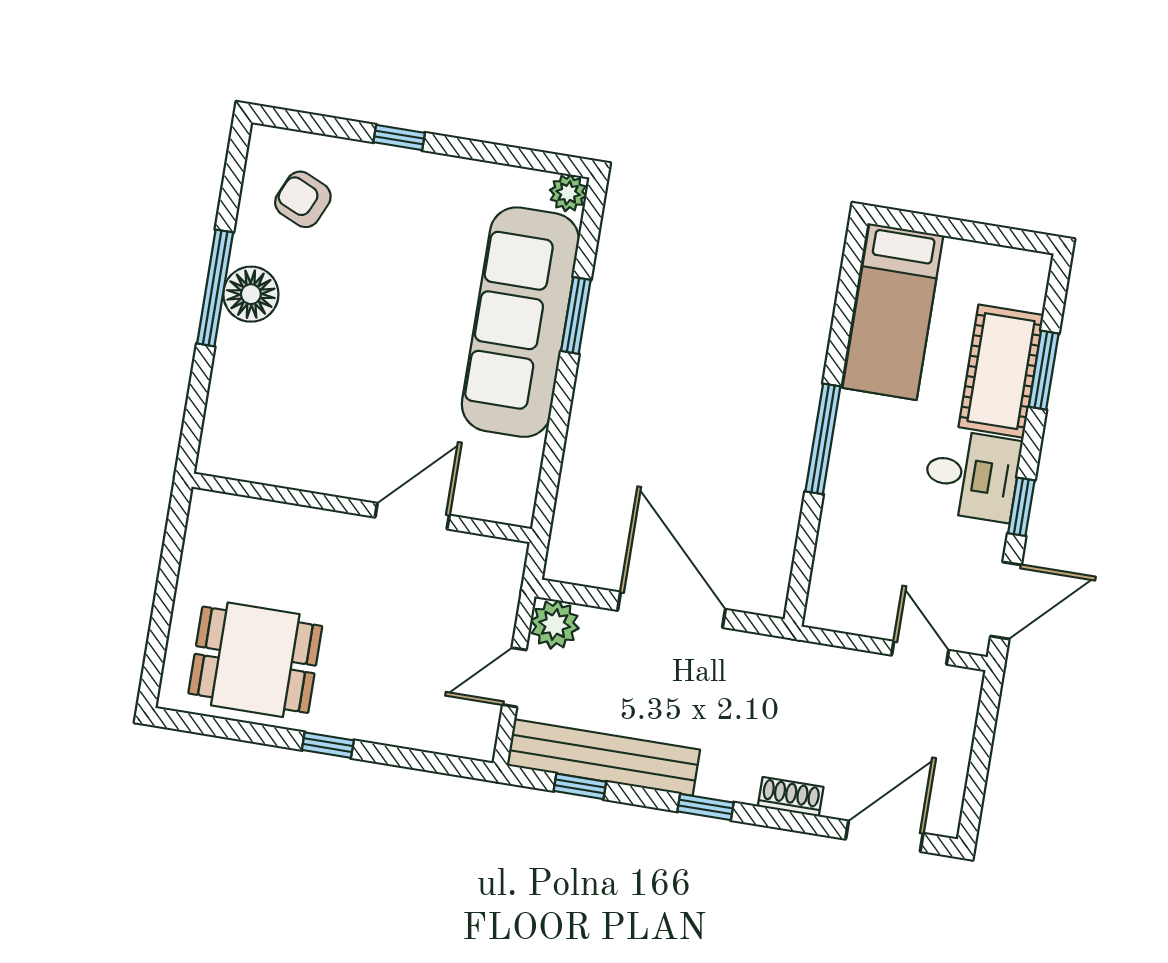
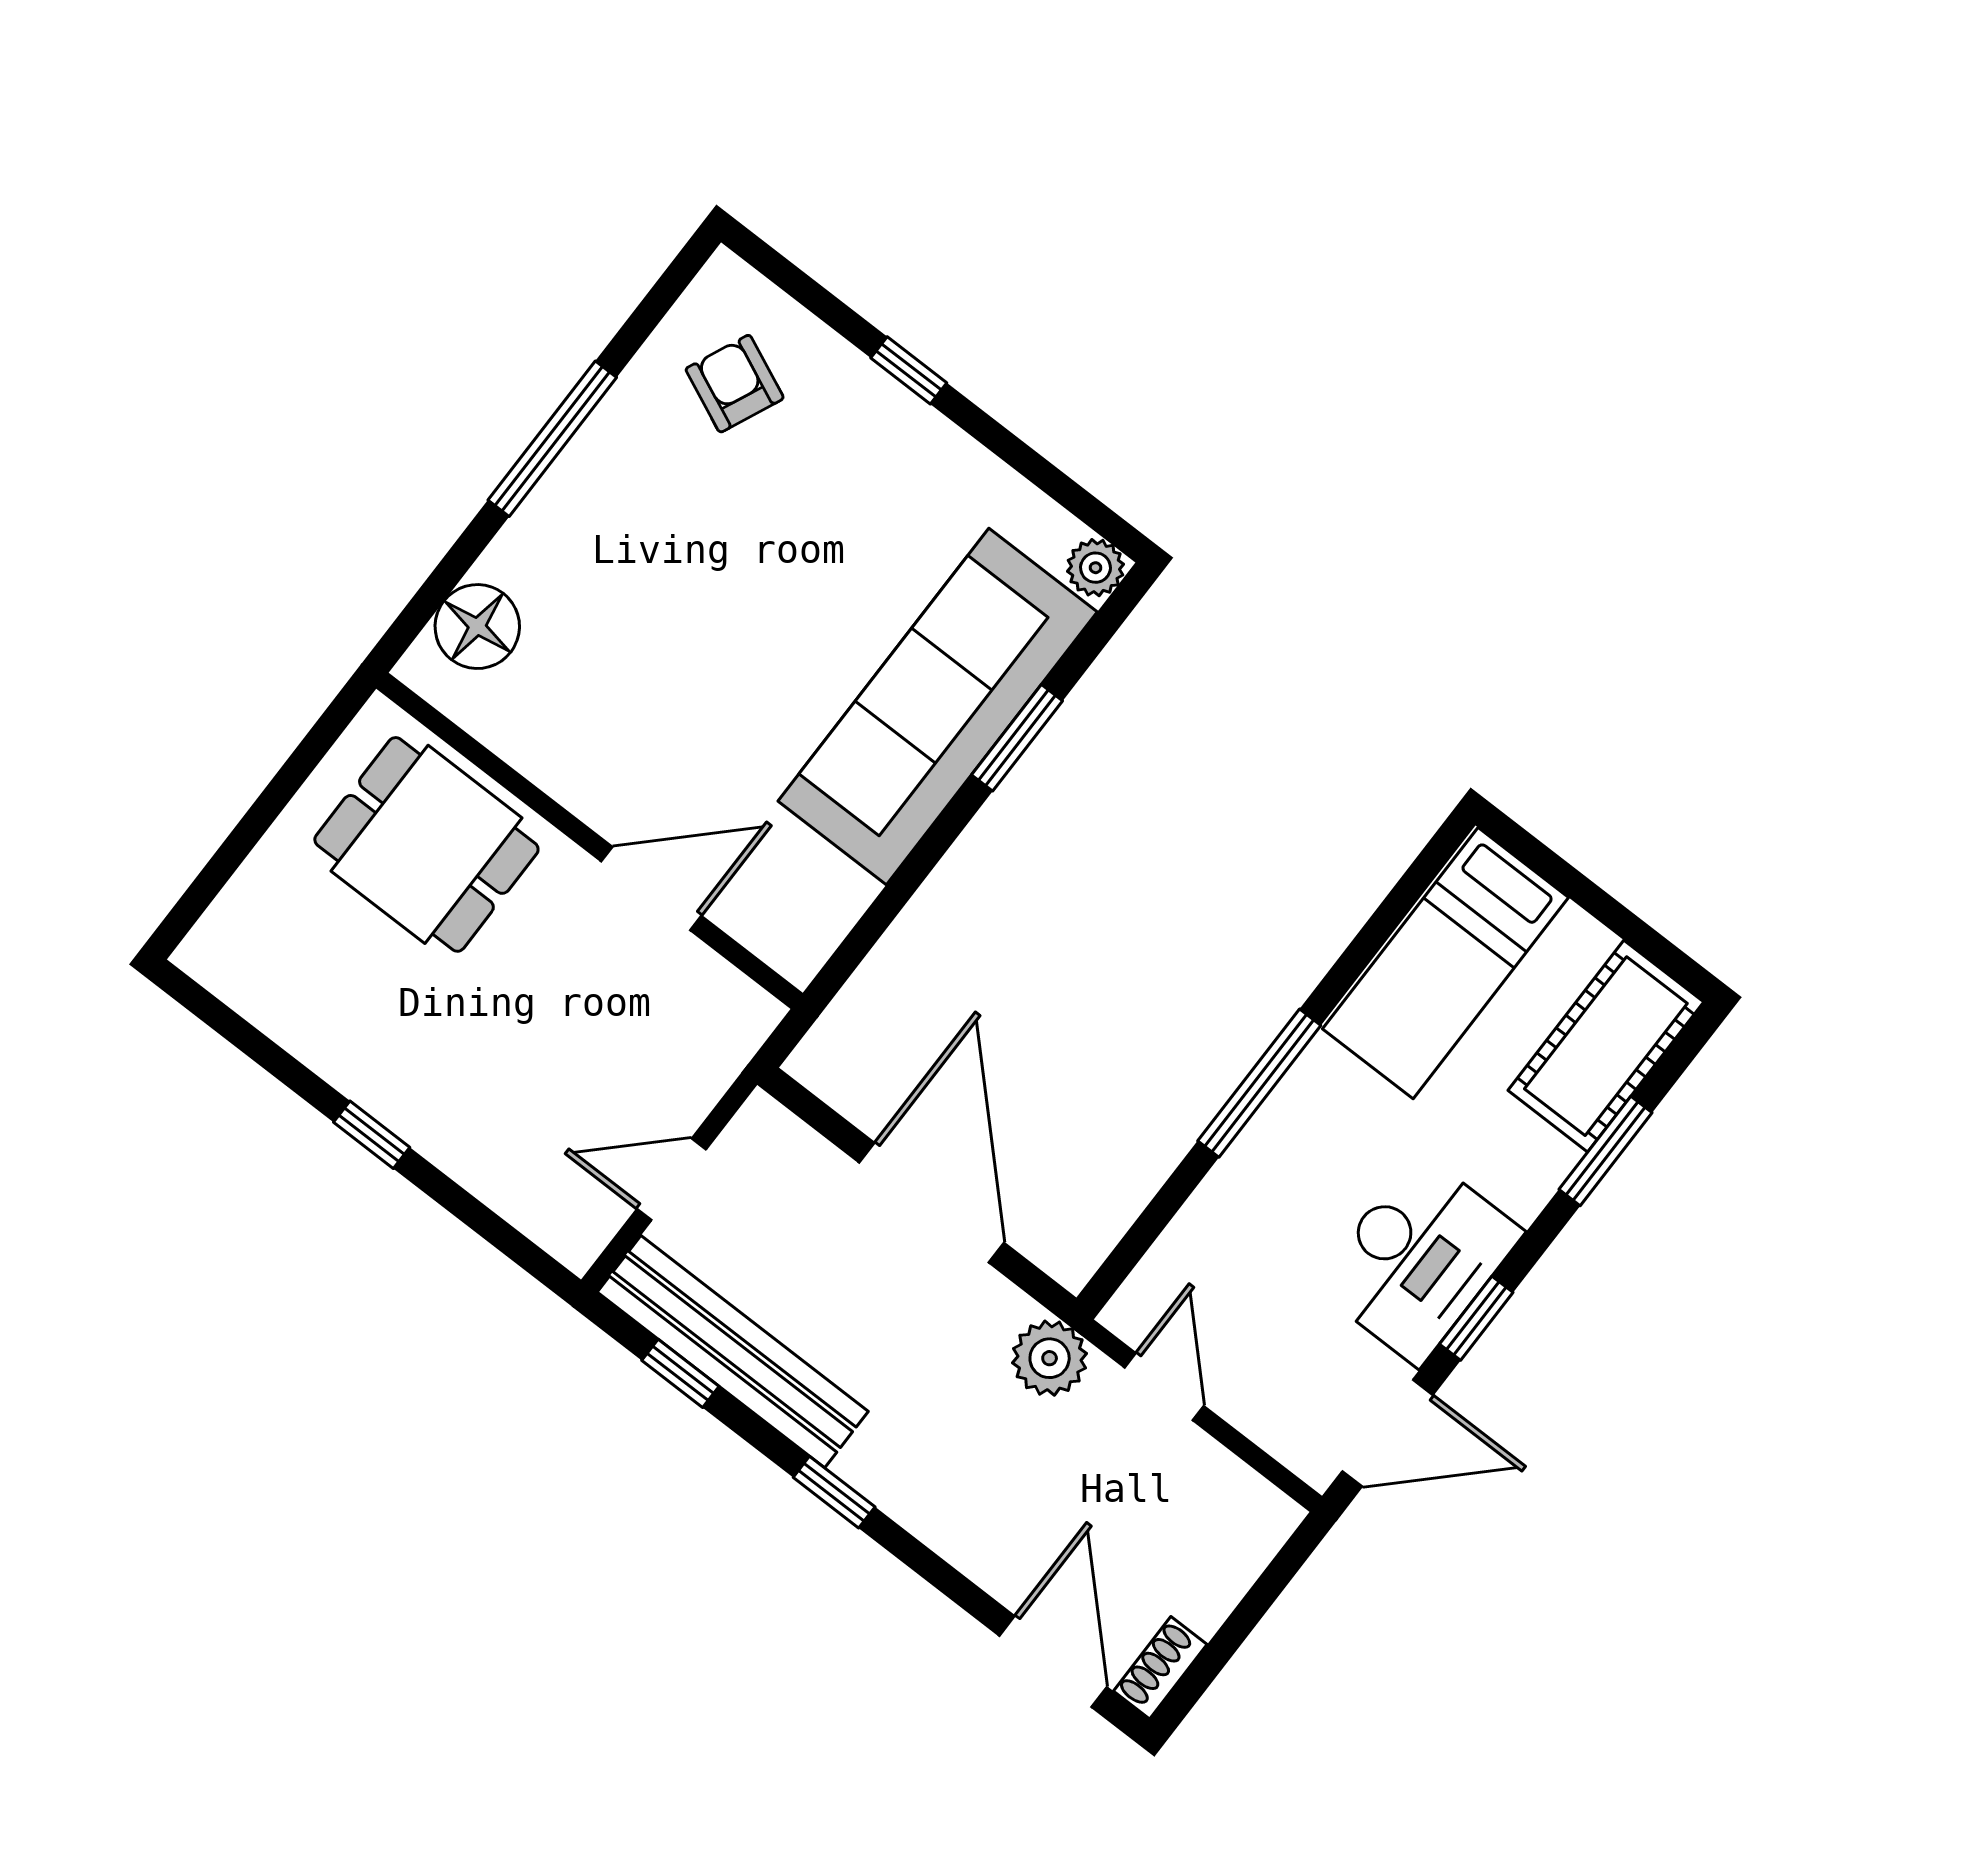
floor lamp: (251, 294) -> (477, 627), moved
cot: (1001, 371) -> (1606, 1046), moved
desk: (972, 475) -> (1418, 1259), width x1.37
plant: (555, 624) -> (1050, 1358), moved
door: (920, 653) -> (1164, 1387), moved
dining table: (255, 660) -> (426, 844), moved
shoe rack: (791, 797) -> (1160, 1668), moved, turned -90
door: (884, 836) -> (1053, 1661), hinge flipped

